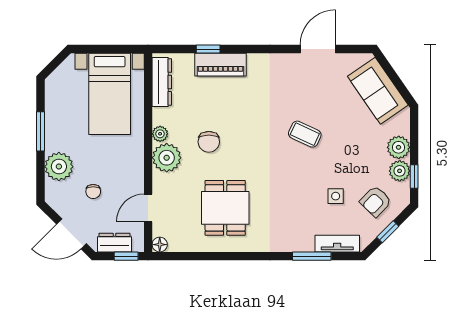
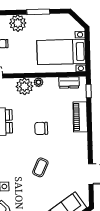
window: (208, 49) -> (89, 91), moved
dresser: (162, 82) -> (69, 83), width x0.70
chair: (209, 142) -> (41, 128), moved

